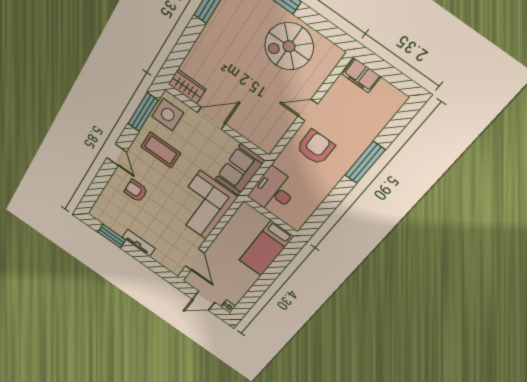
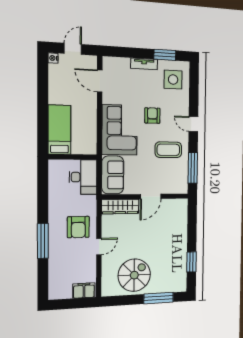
wardrobe: (187, 87) -> (120, 206), moved, width x1.50
side table: (168, 115) -> (173, 80), moved
armchair: (136, 191) -> (152, 115), moved, turned -90

